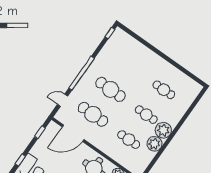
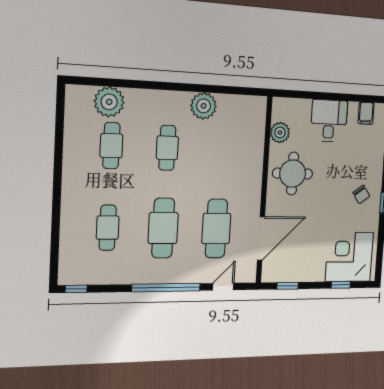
door: (63, 100) -> (223, 287), swing flipped
plant: (163, 130) -> (109, 102), moved
door: (73, 133) -> (261, 238), hinge flipped
cafe table: (129, 140) -> (108, 228), moved

